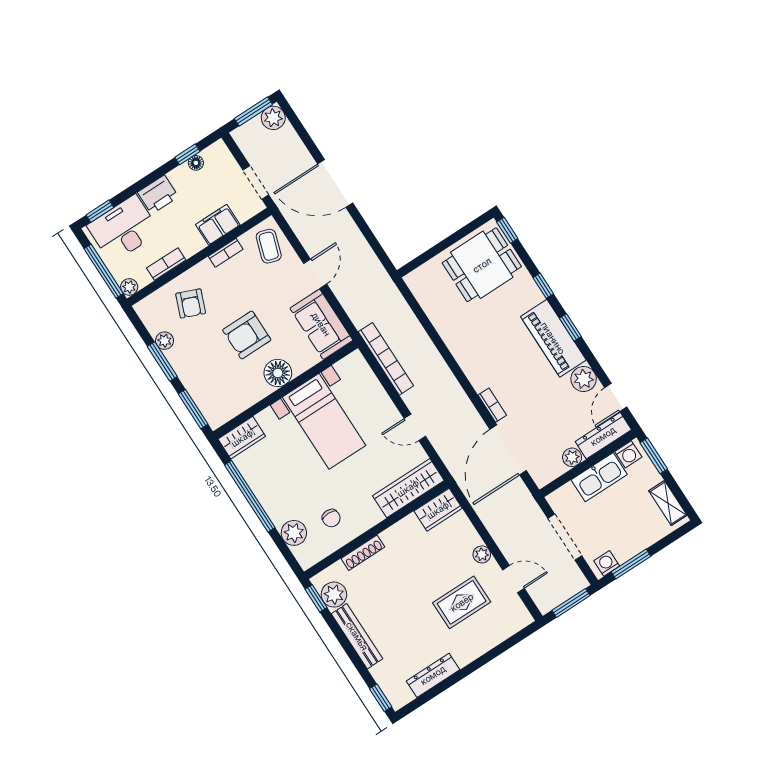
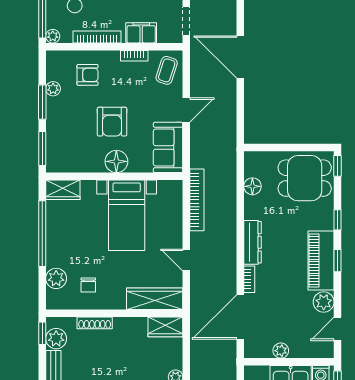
bookcase: (166, 264) -> (97, 37), width x1.56
armchair: (191, 303) -> (88, 75), turned -112
floor lamp: (434, 308) -> (252, 186), added
armchair: (247, 335) -> (112, 122), turned -90
dresser: (603, 436) -> (253, 242), moved, turned 90

